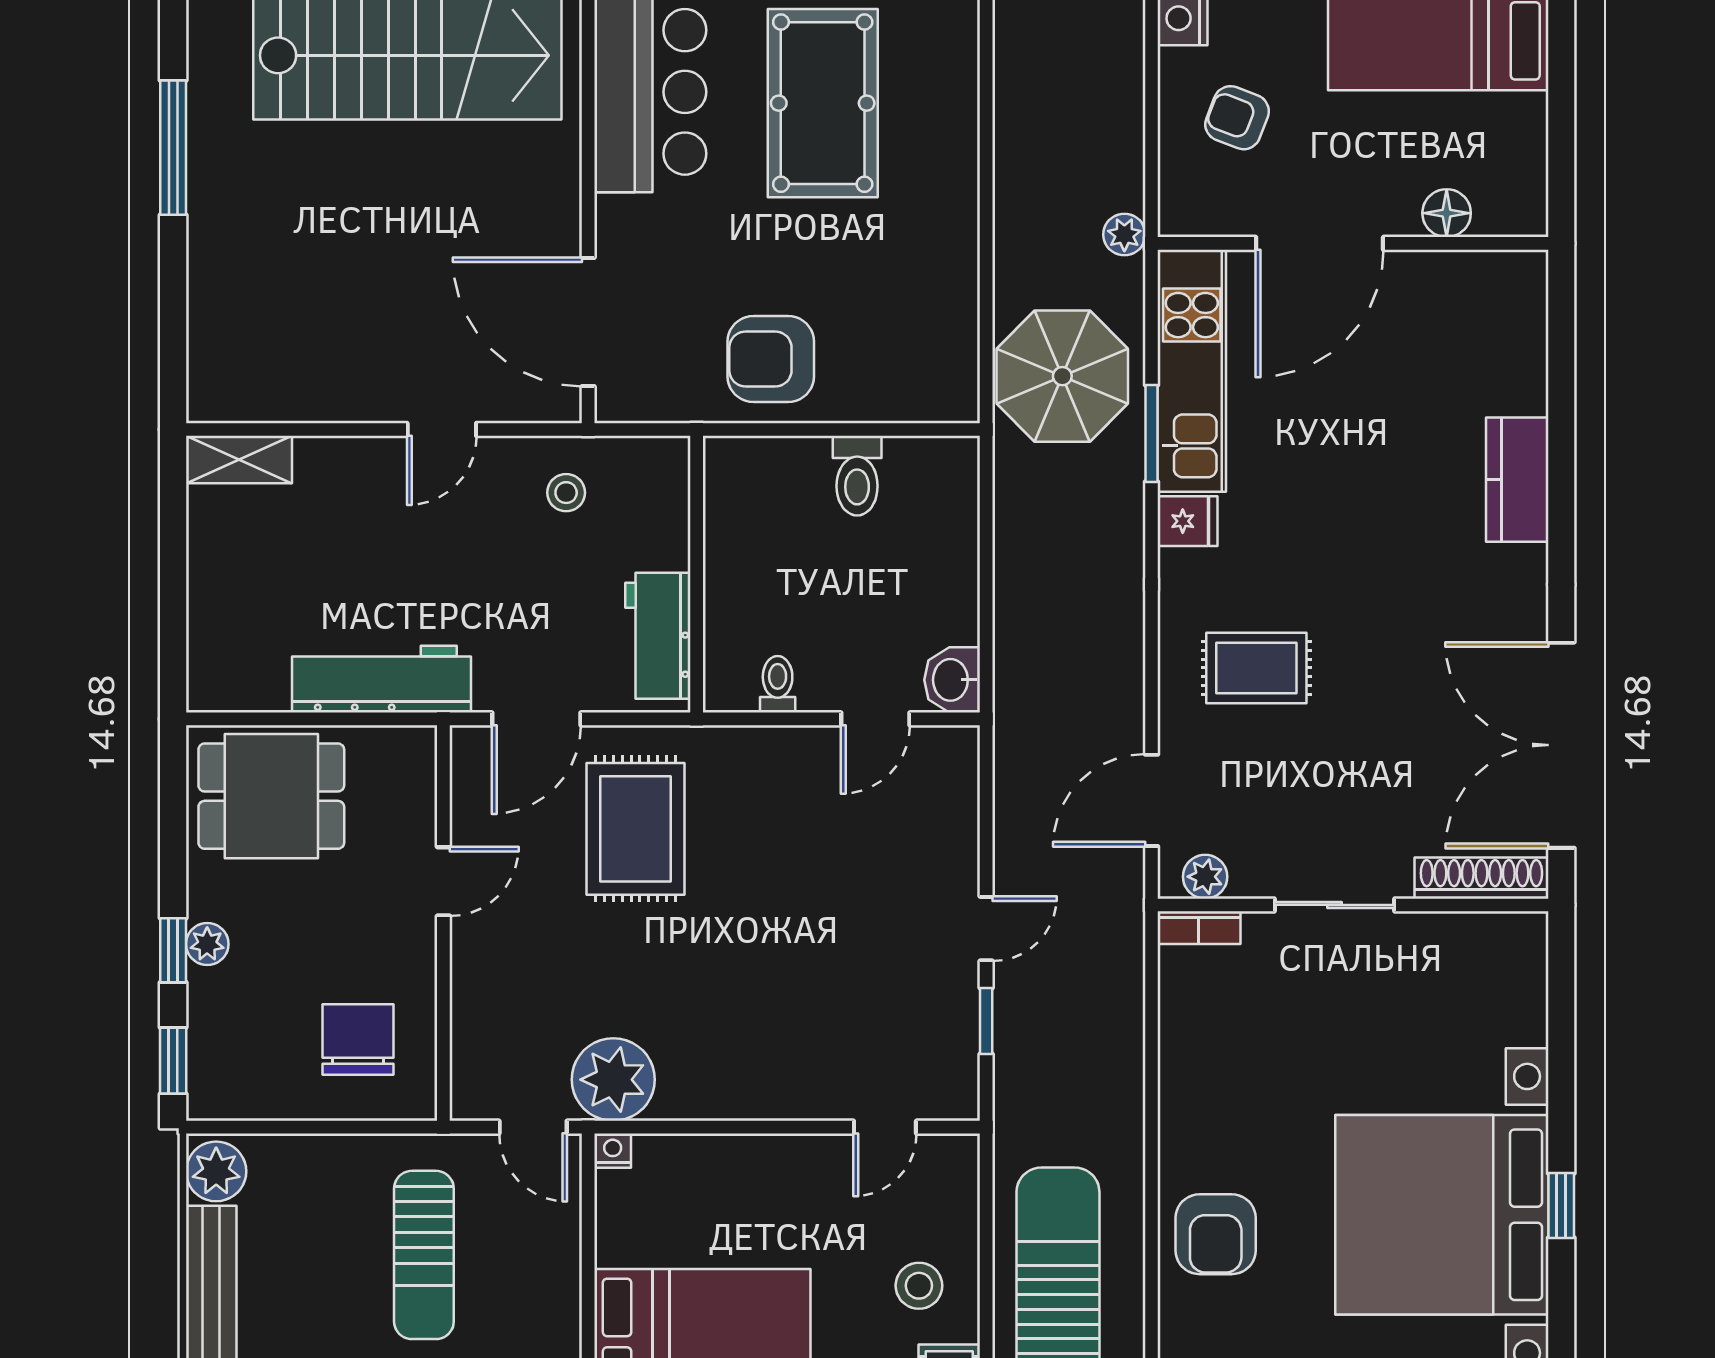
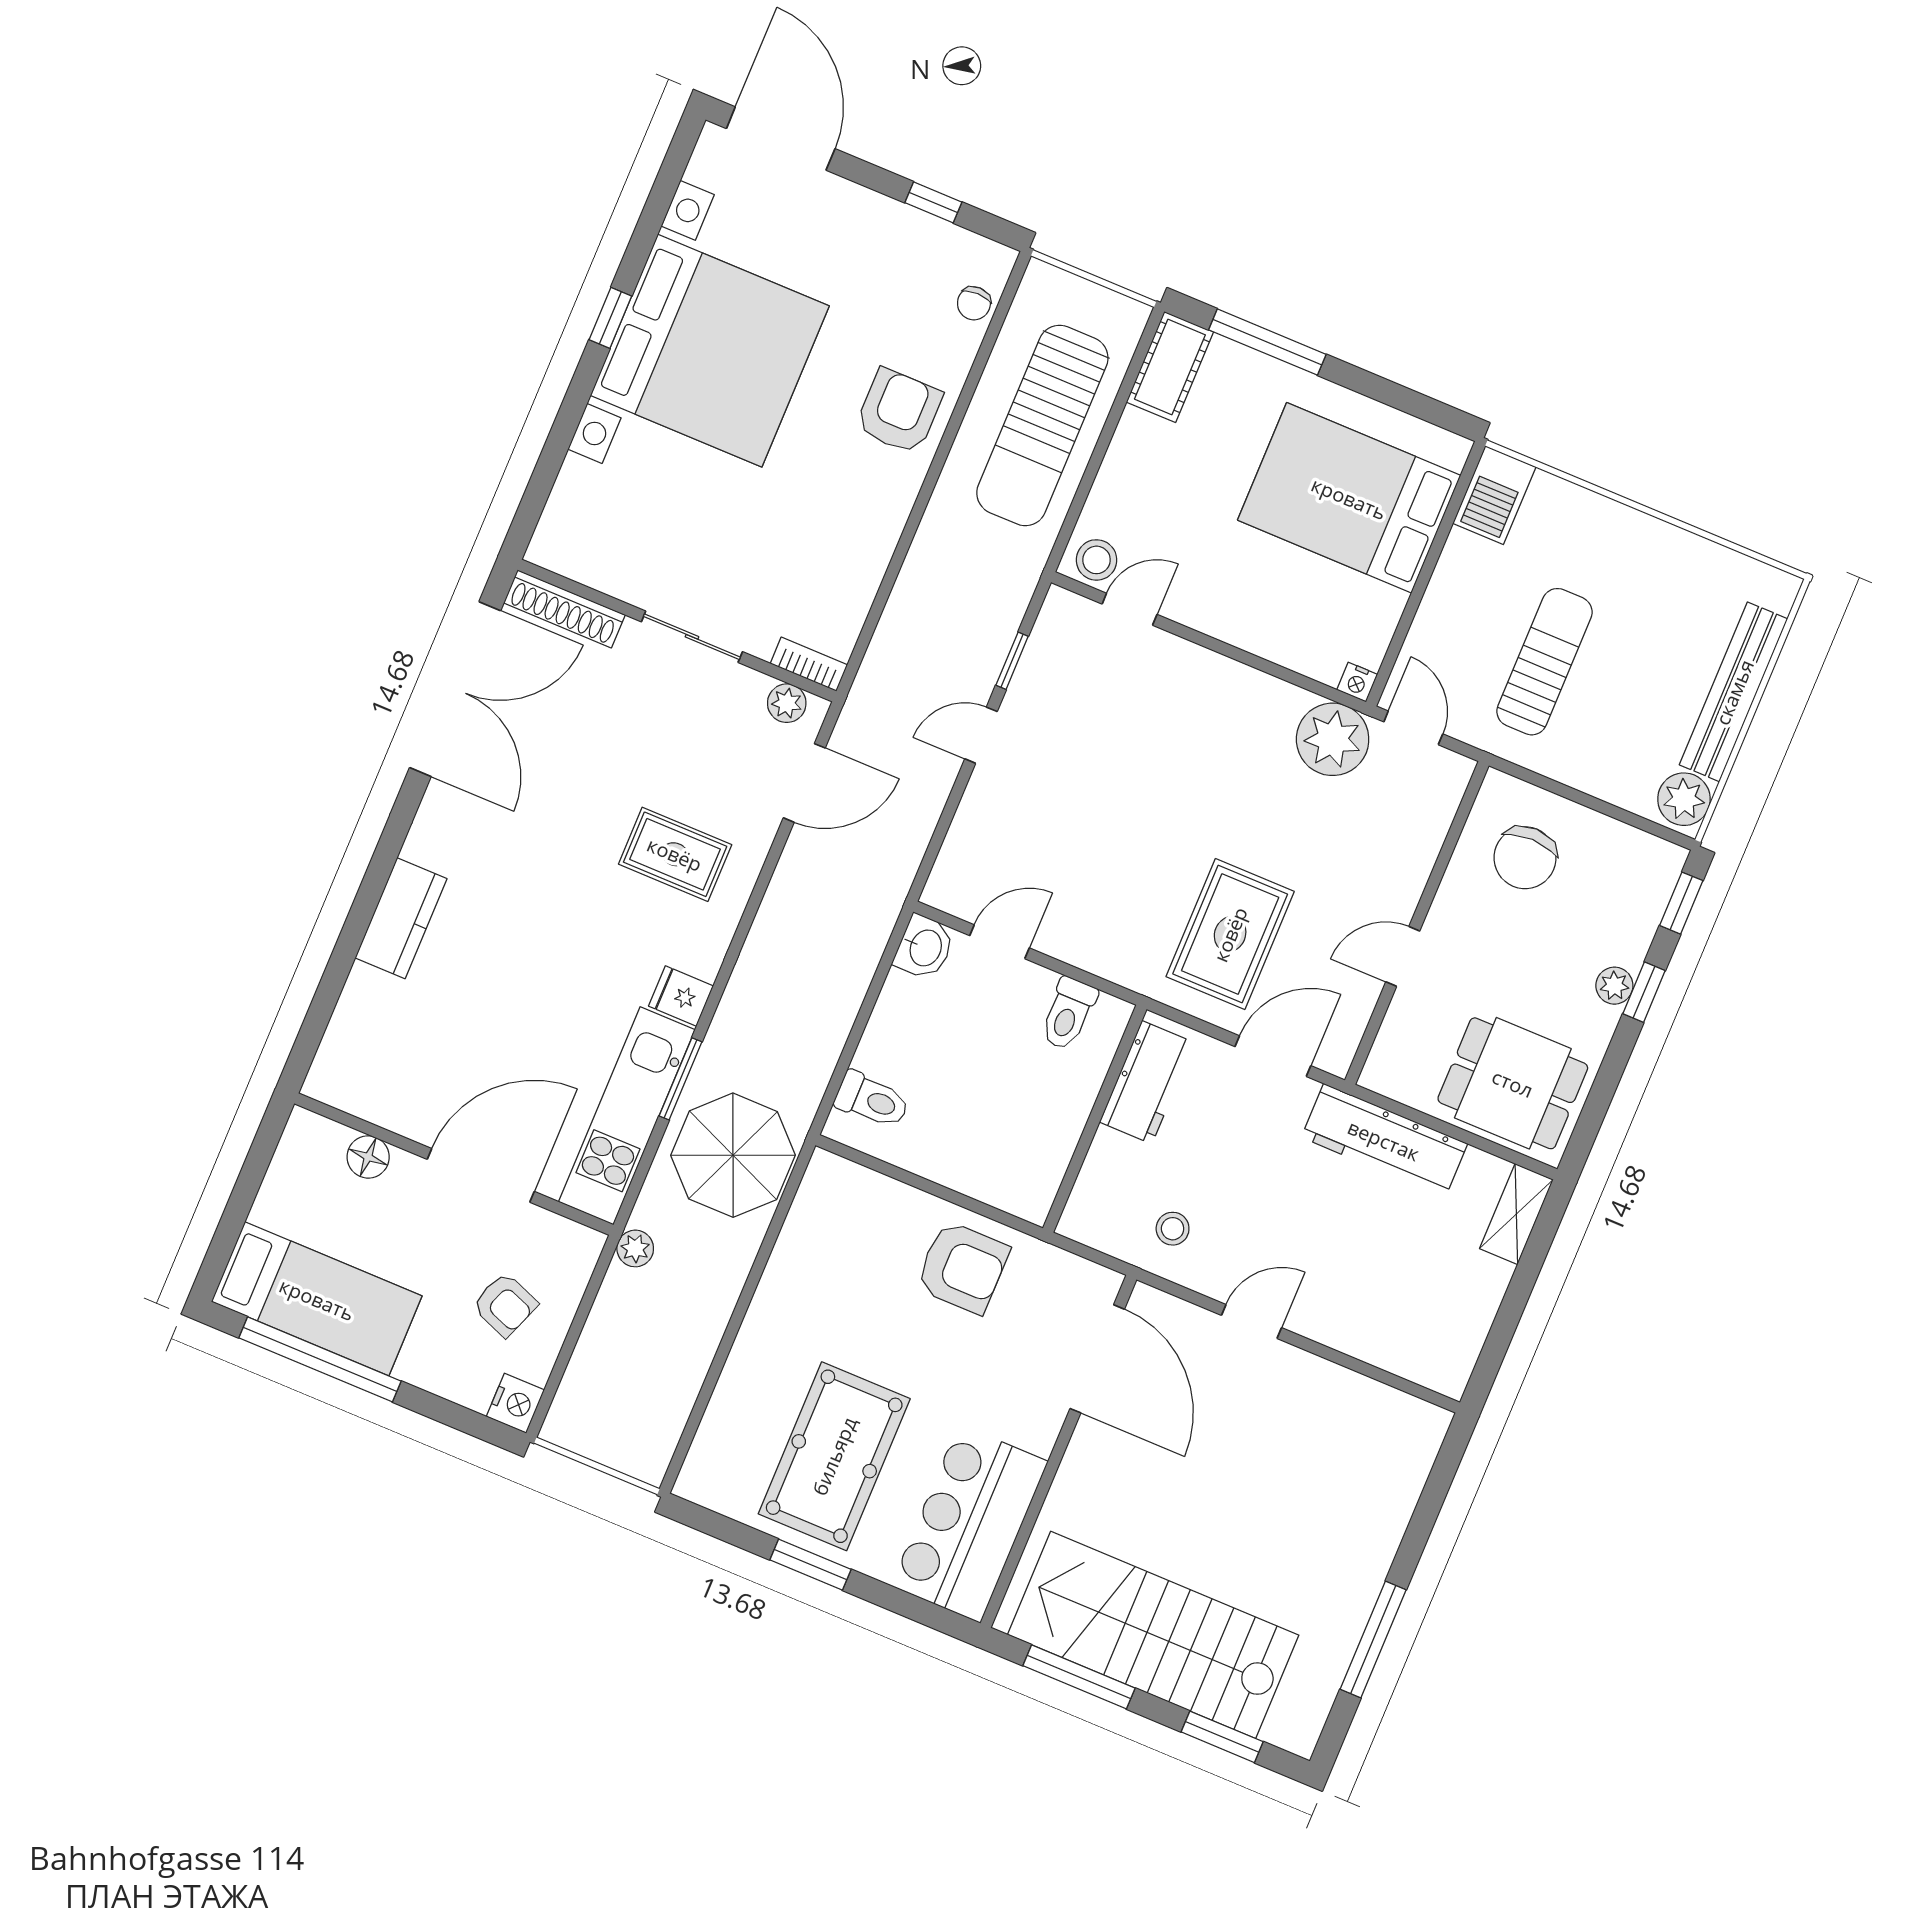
shelving: (239, 459) -> (1516, 1214), moved, turned 90
toilet: (857, 476) -> (872, 1100), moved, turned 90
toilet: (778, 684) -> (1068, 1014), width x1.37, depth x1.39
stool: (919, 1286) -> (1097, 560), moved

